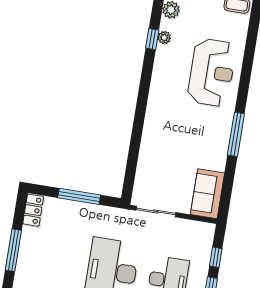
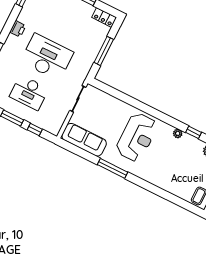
plant: (164, 38) -> (178, 133), moved
reception desk: (212, 72) -> (137, 137), moved, turned -90
sofa: (207, 194) -> (84, 140), width x1.36

